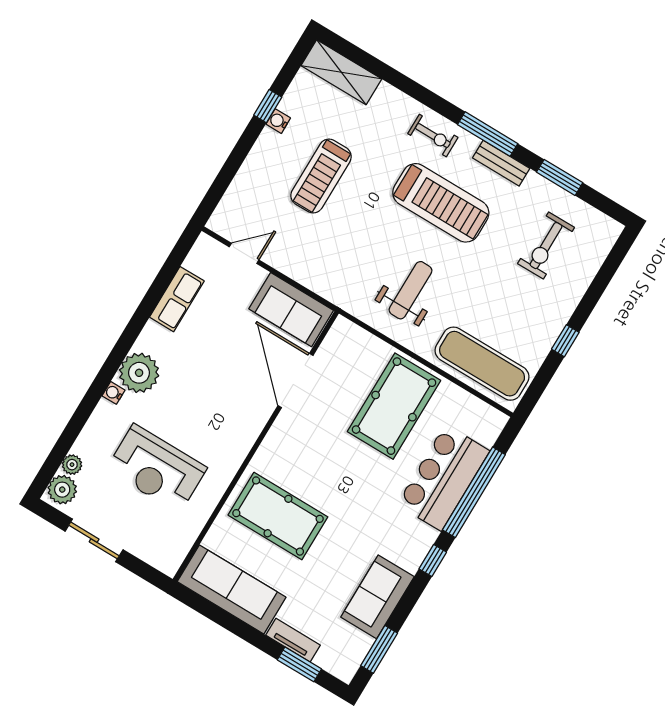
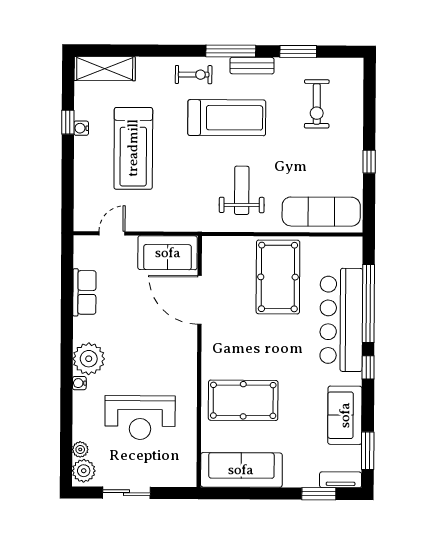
treadmill: (321, 176) -> (133, 148), width x1.37, depth x1.38
bar counter: (443, 478) -> (341, 320), width x1.36
tv unit: (293, 640) -> (341, 480), moved

